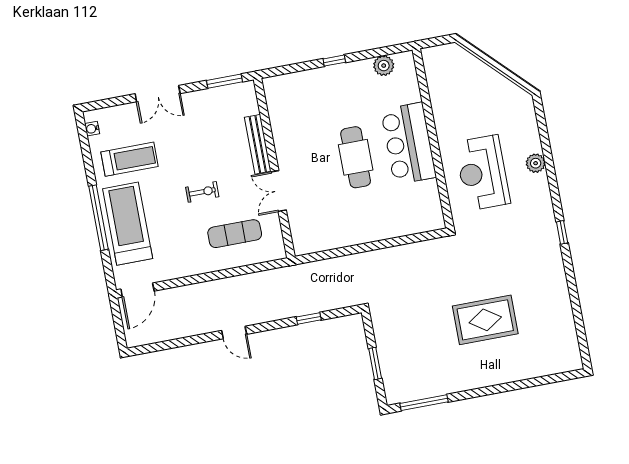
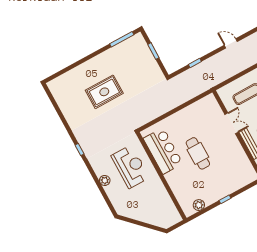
bar counter: (408, 143) -> (163, 151), moved

